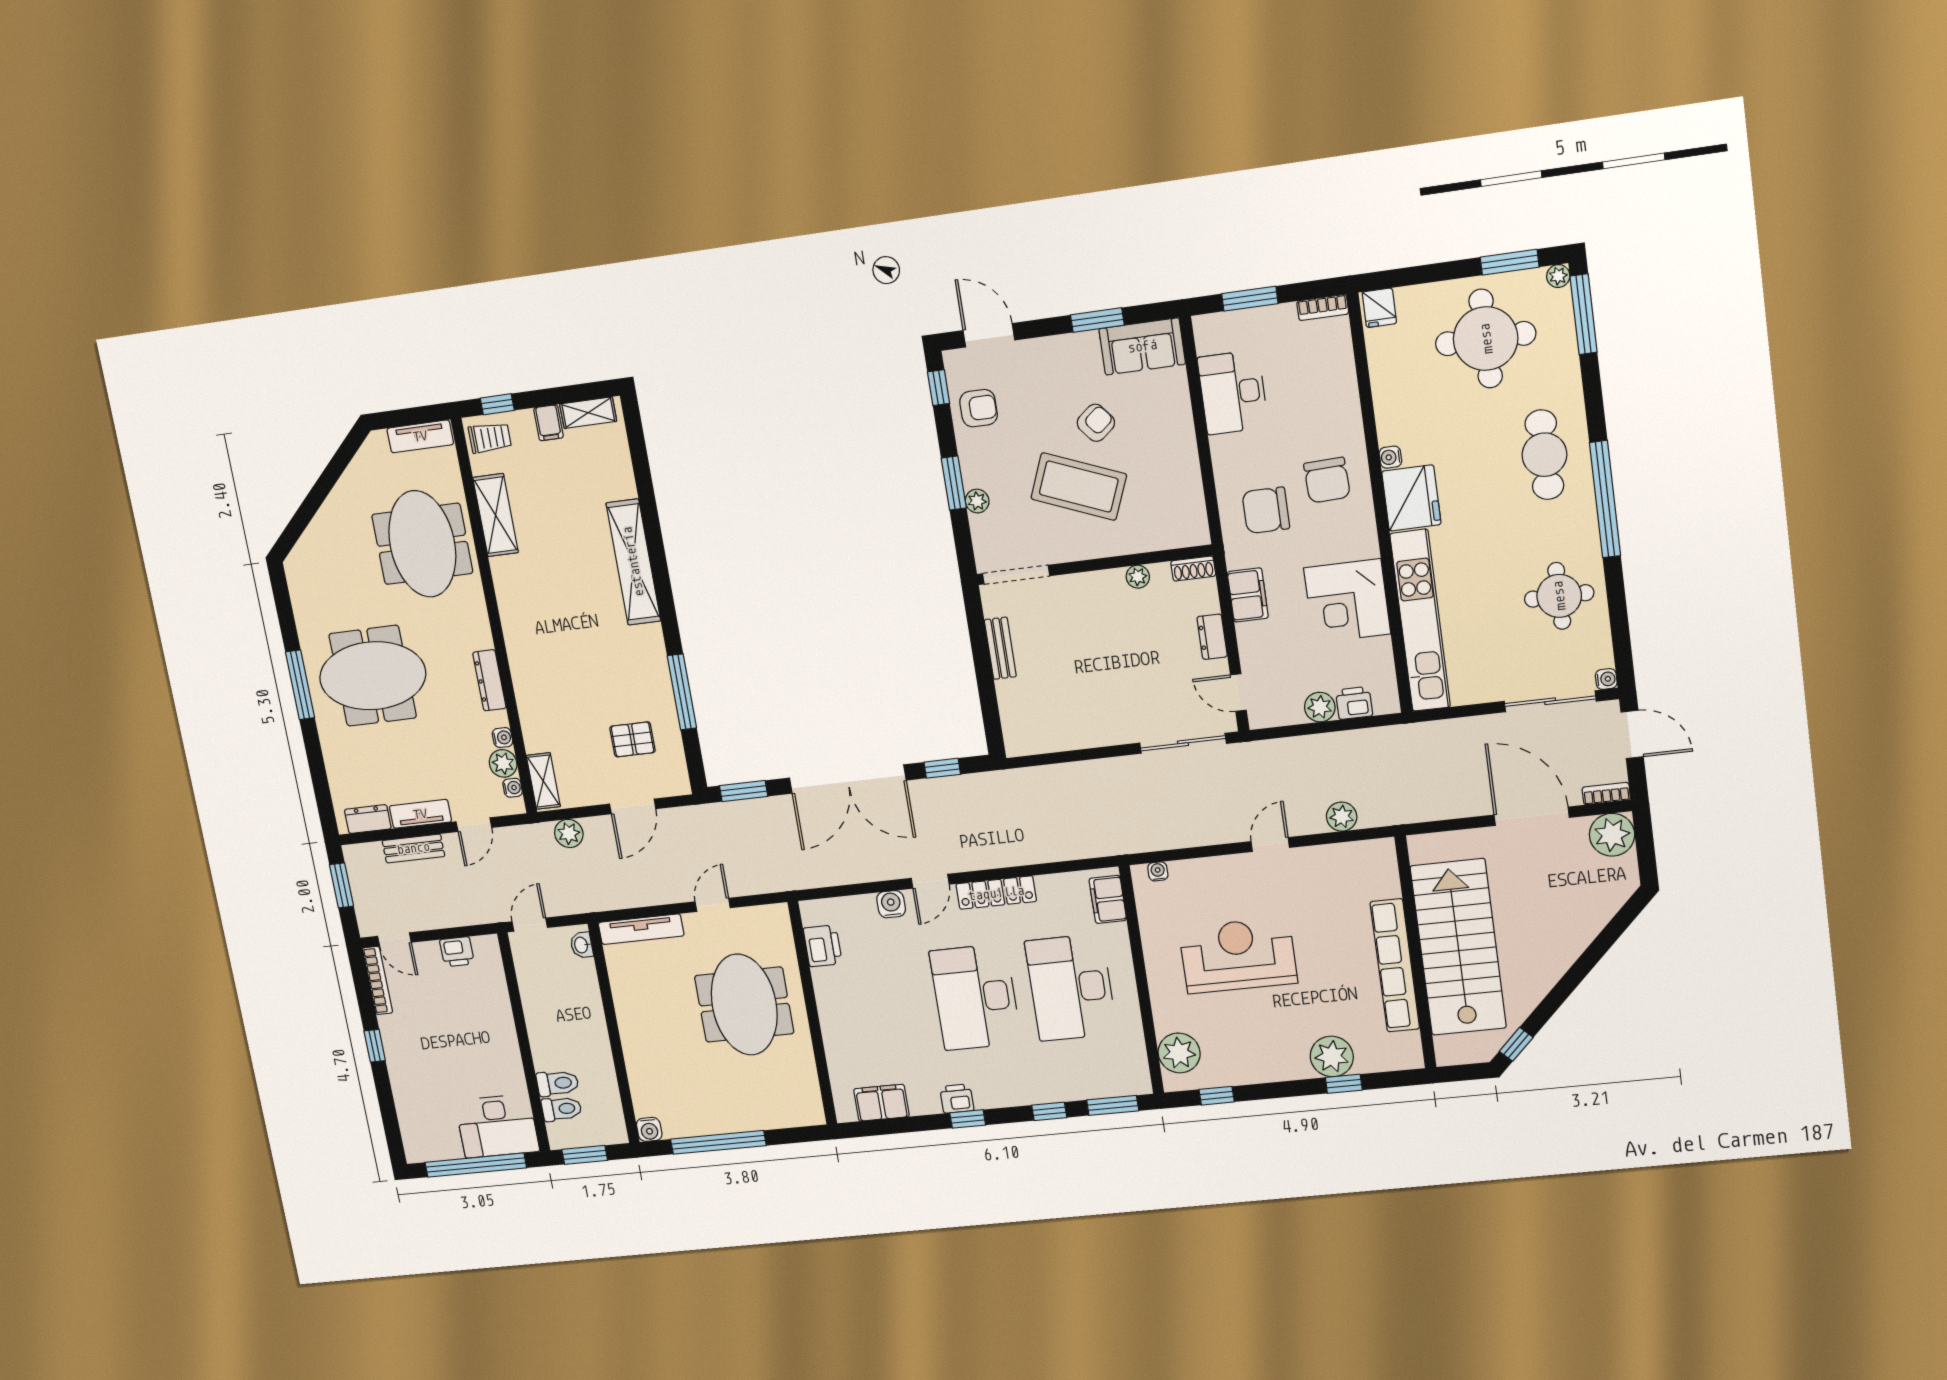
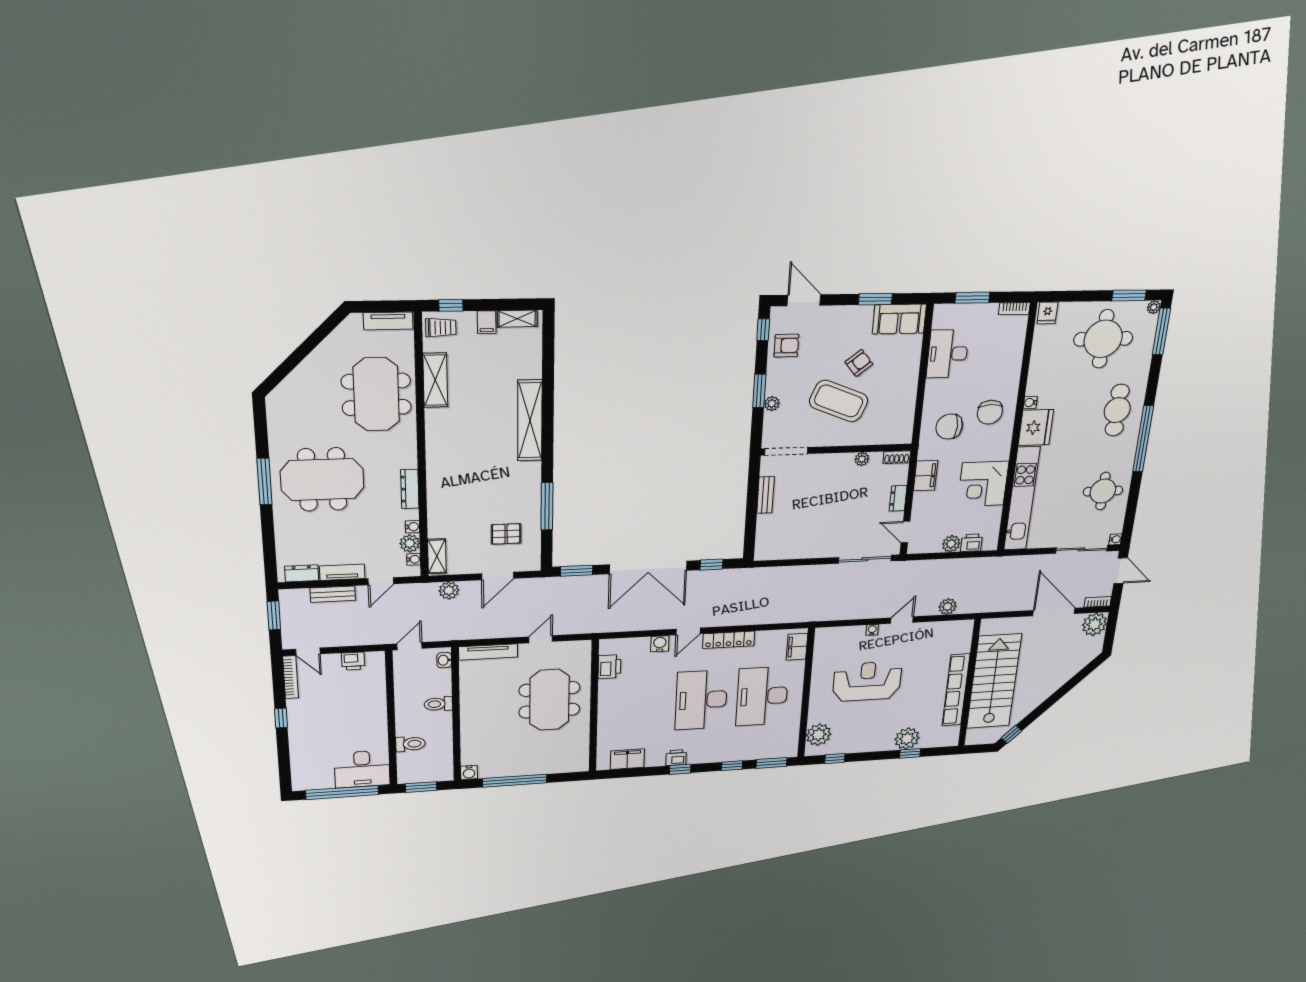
water cooler: (1158, 871) -> (872, 630), moved
toilet: (562, 1109) -> (438, 704), moved, turned 180

